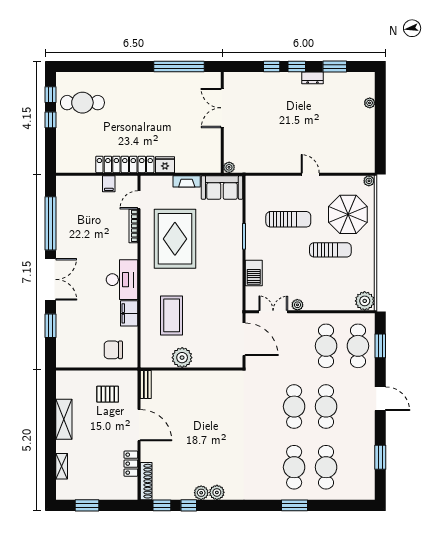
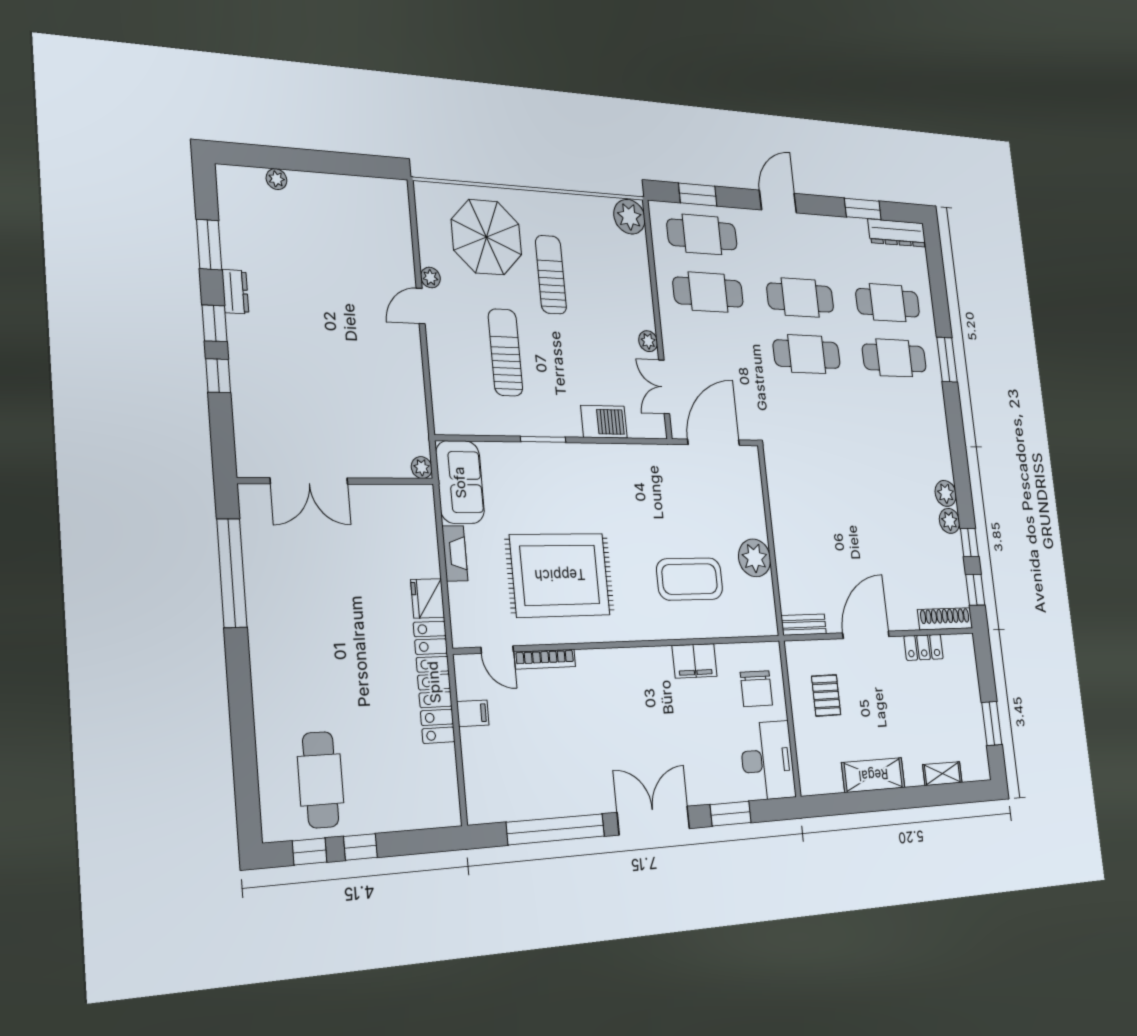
plant: (369, 181) -> (430, 278), moved
desk: (122, 280) -> (767, 761), moved, turned 90
dresser: (368, 480) -> (897, 233), added

